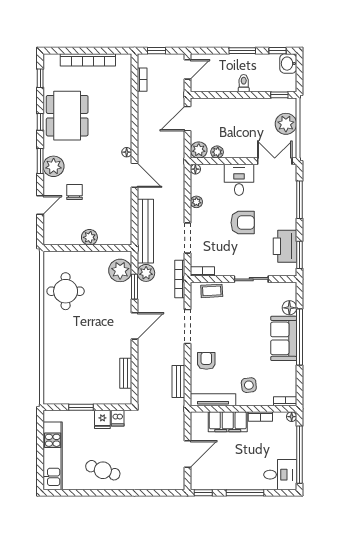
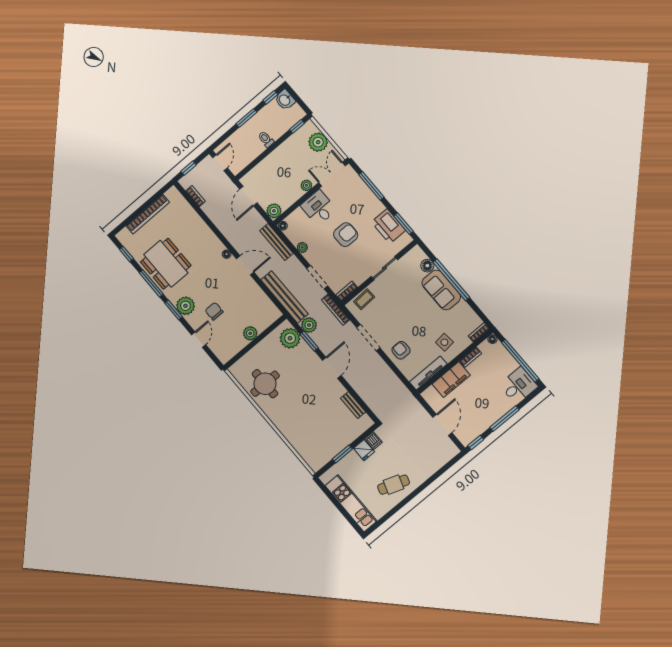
window: (40, 122) -> (151, 283), width x2.17
plant: (217, 152) -> (306, 185), moved
bench: (178, 382) -> (277, 242), moved, width x1.36

